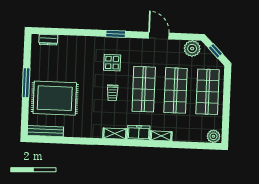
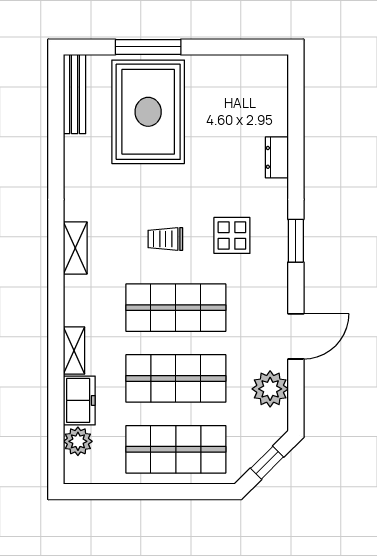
dresser: (48, 40) -> (277, 157), moved
plant: (192, 49) -> (270, 389), moved
window: (26, 83) -> (148, 47), moved
freezer: (139, 133) -> (79, 400), moved
plant: (213, 136) -> (78, 441), moved

